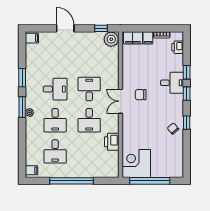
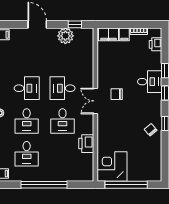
plant: (111, 39) -> (65, 36), moved
desk: (89, 89) -> (63, 88), turned -90

